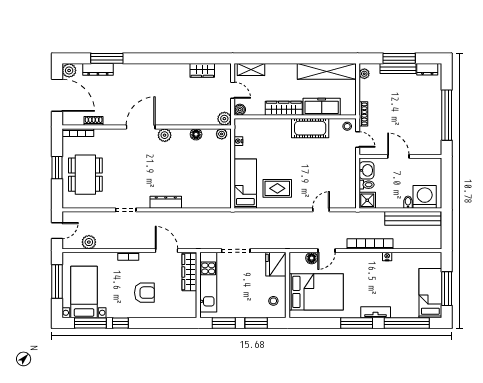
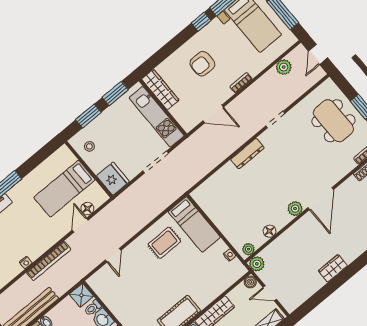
wardrobe: (202, 70) -> (333, 268), moved
wardrobe: (189, 272) -> (160, 90), moved
bed: (316, 292) -> (64, 189), width x0.67

